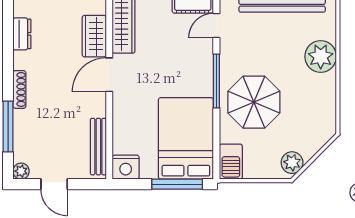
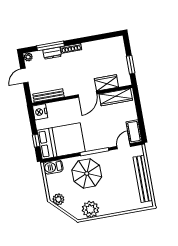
door: (216, 26) -> (124, 146), hinge flipped
dresser: (22, 34) -> (52, 53), moved
plant: (321, 57) -> (90, 209), moved
door: (109, 75) -> (87, 94), swing flipped
window: (177, 184) -> (36, 141), width x0.46

